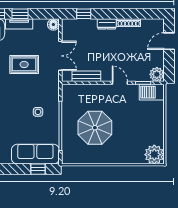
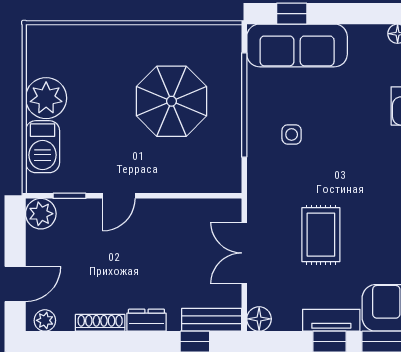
plant: (155, 24) -> (45, 320), added
rug: (24, 64) -> (321, 235), turned 90
bench: (86, 76) -> (212, 320), moved
door: (120, 83) -> (119, 196), hinge flipped
barbecue: (152, 92) -> (43, 147), moved, turned 90
plant: (154, 155) -> (46, 98), moved

